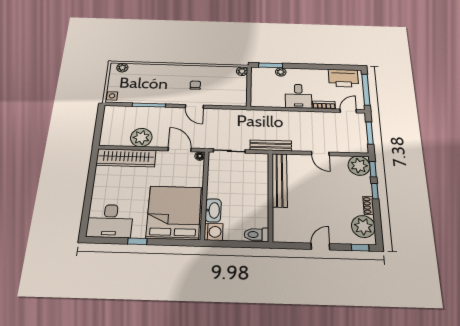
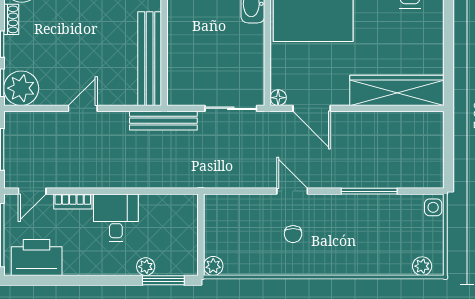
plant: (141, 137) -> (376, 128), removed
door: (320, 154) -> (83, 108), hinge flipped

